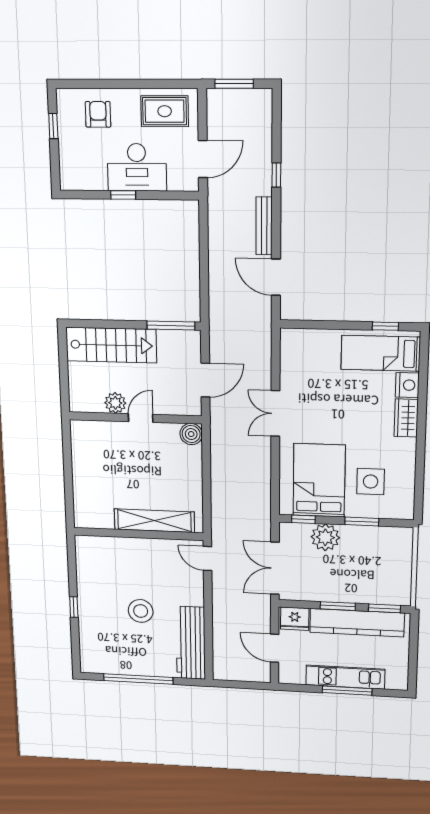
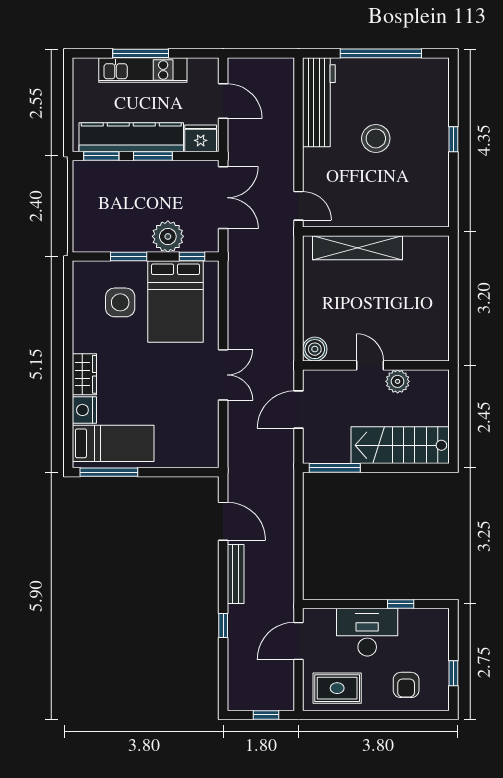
window: (234, 84) -> (266, 715), width x0.67
window: (123, 195) -> (401, 604), moved
window: (385, 326) -> (109, 472), width x2.17
door: (141, 418) -> (370, 365), swing flipped

